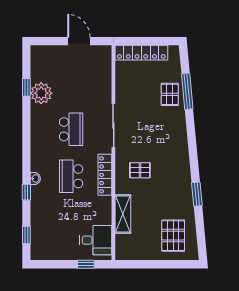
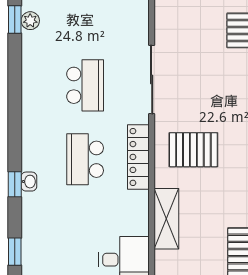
plant: (41, 93) -> (30, 21), width x0.53, depth x0.53
pallet: (140, 170) -> (193, 150), width x1.50, depth x1.42
washbasin: (35, 179) -> (29, 182), moved

